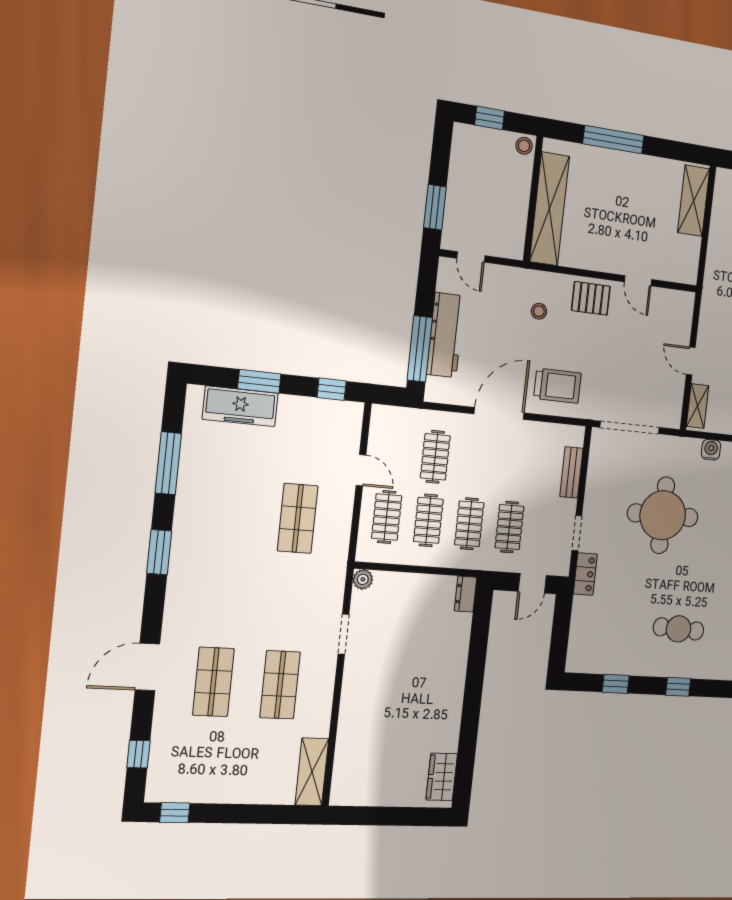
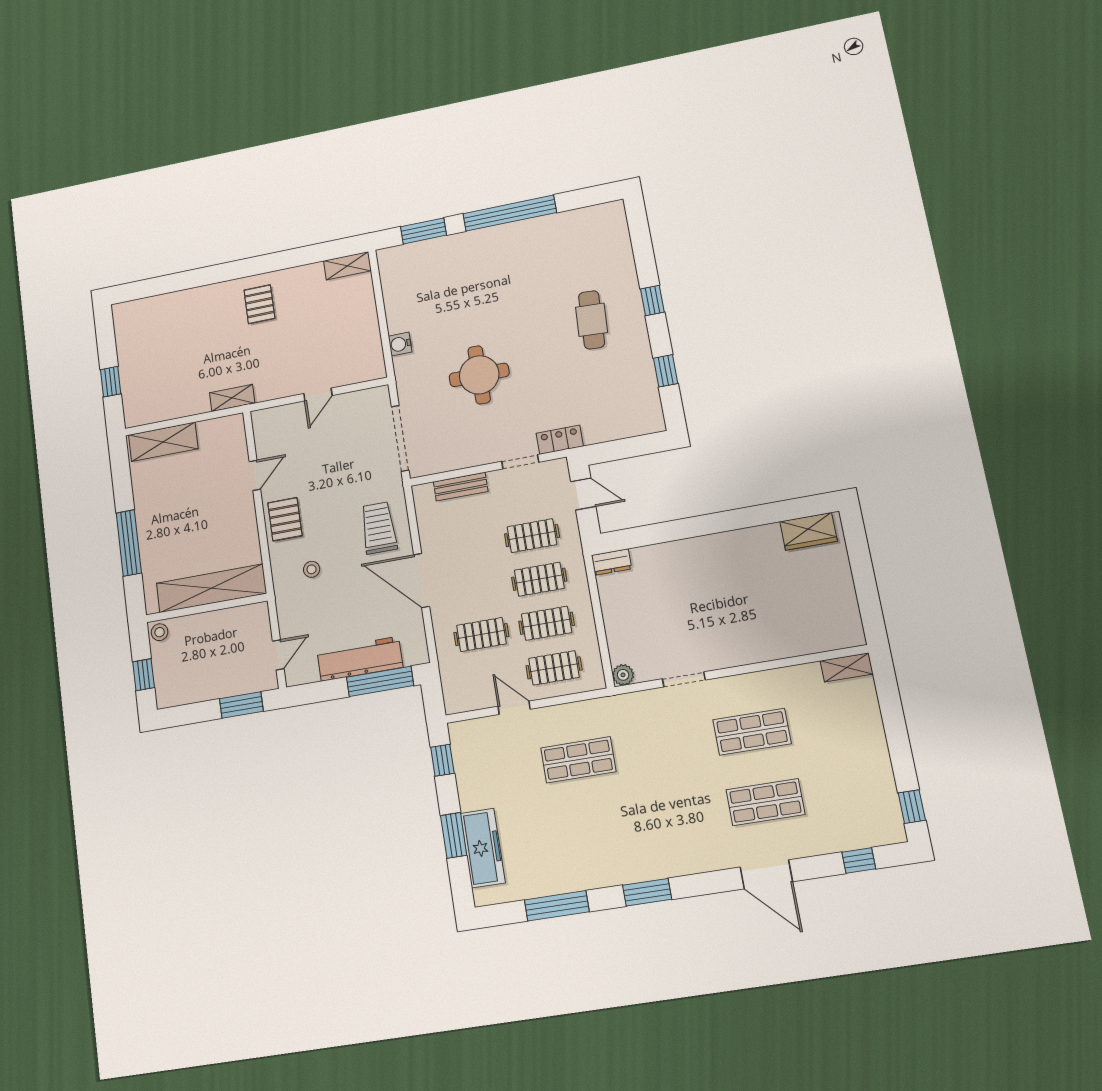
shelving: (698, 406) -> (232, 398), moved
door: (361, 470) -> (514, 708), hinge flipped
round table: (663, 515) -> (479, 375), width x0.73, depth x0.73
shelving: (312, 772) -> (847, 667), width x0.67, depth x0.75

